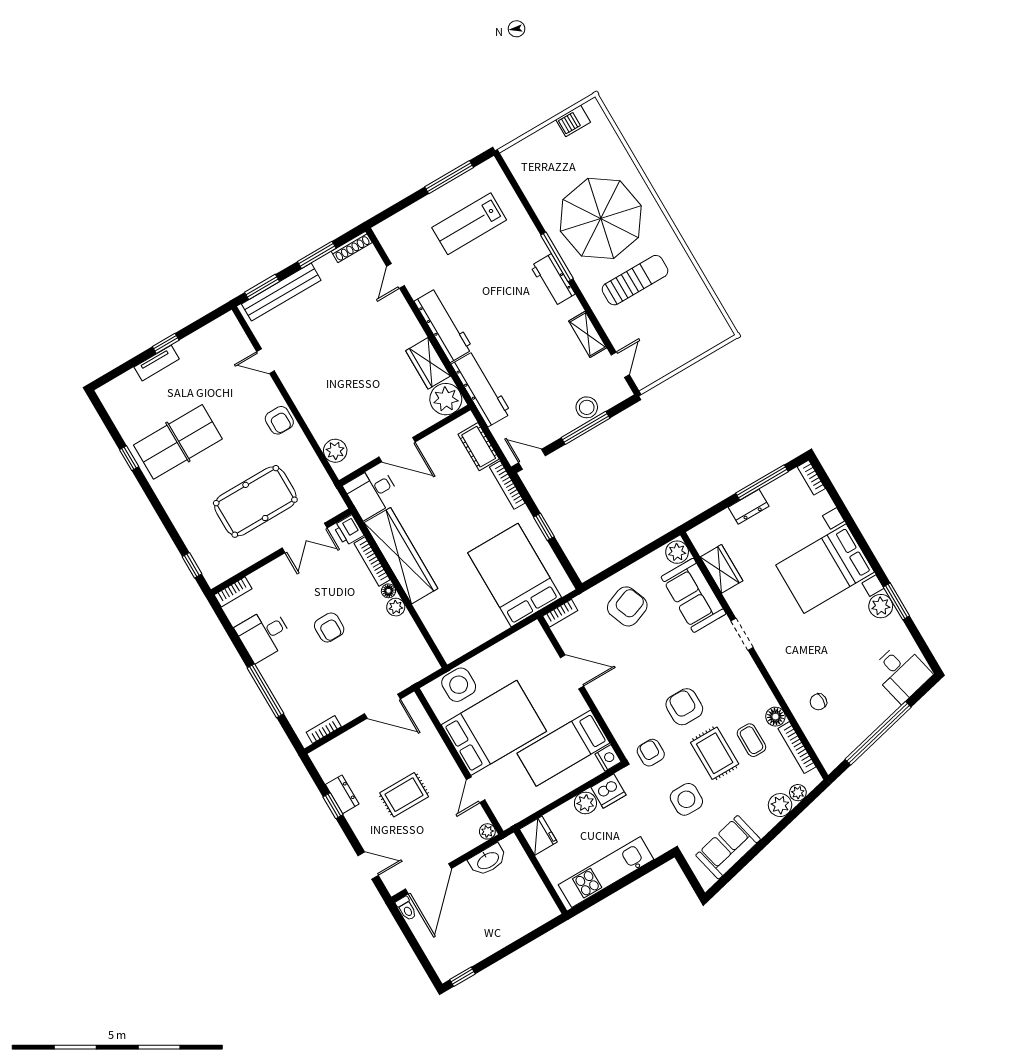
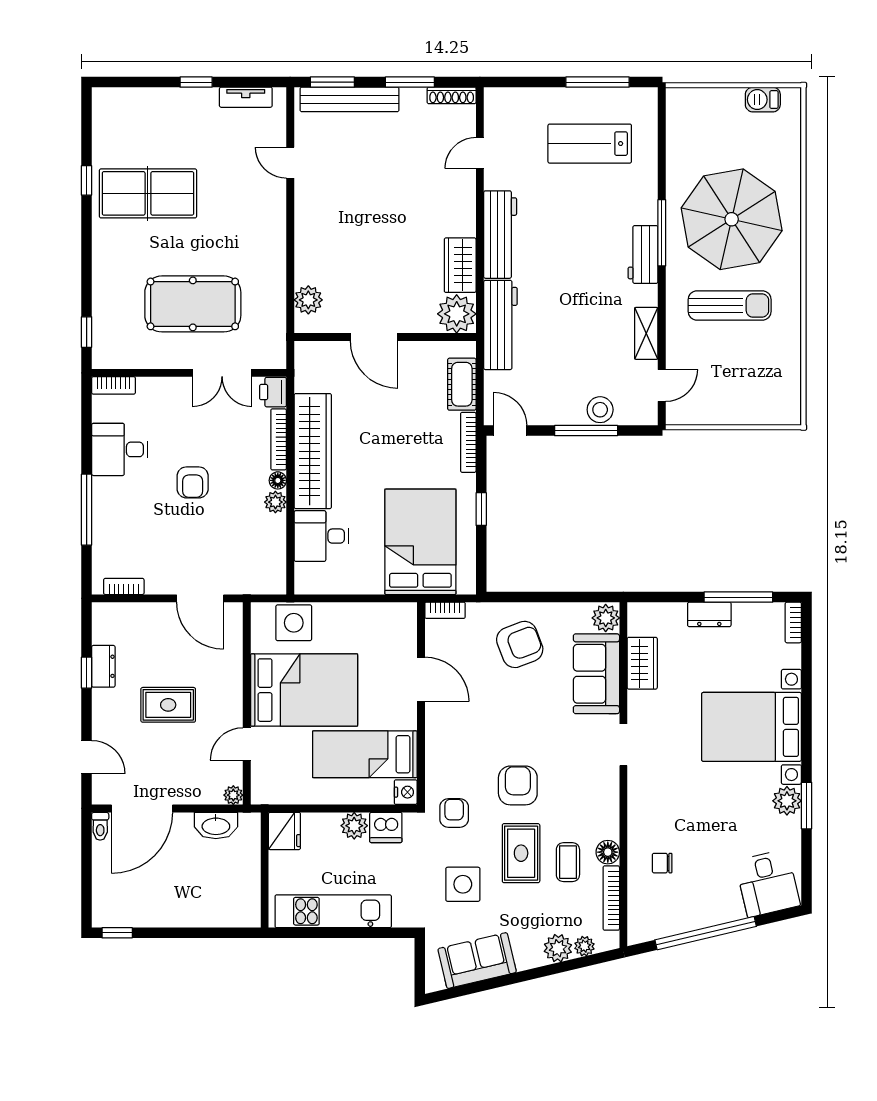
tv unit: (157, 363) -> (246, 97), moved
armchair: (279, 420) -> (268, 233), removed
desk: (372, 492) -> (321, 536), moved

